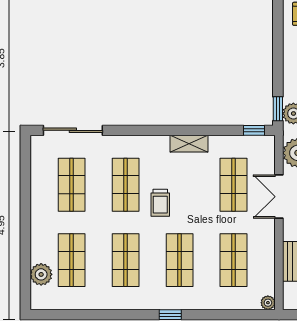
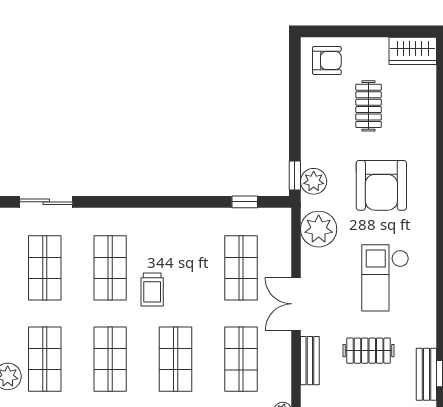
sliding door: (73, 130) -> (46, 202), width x0.73
window: (254, 130) -> (245, 202), moved
shelving: (189, 144) -> (187, 218), removed
double door: (279, 197) -> (296, 304), moved

